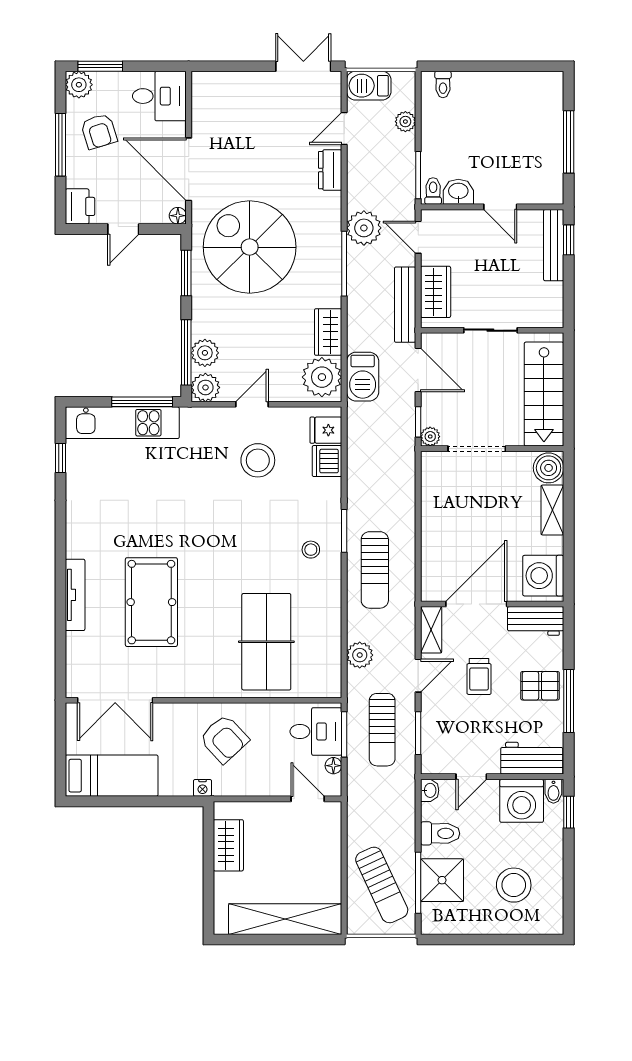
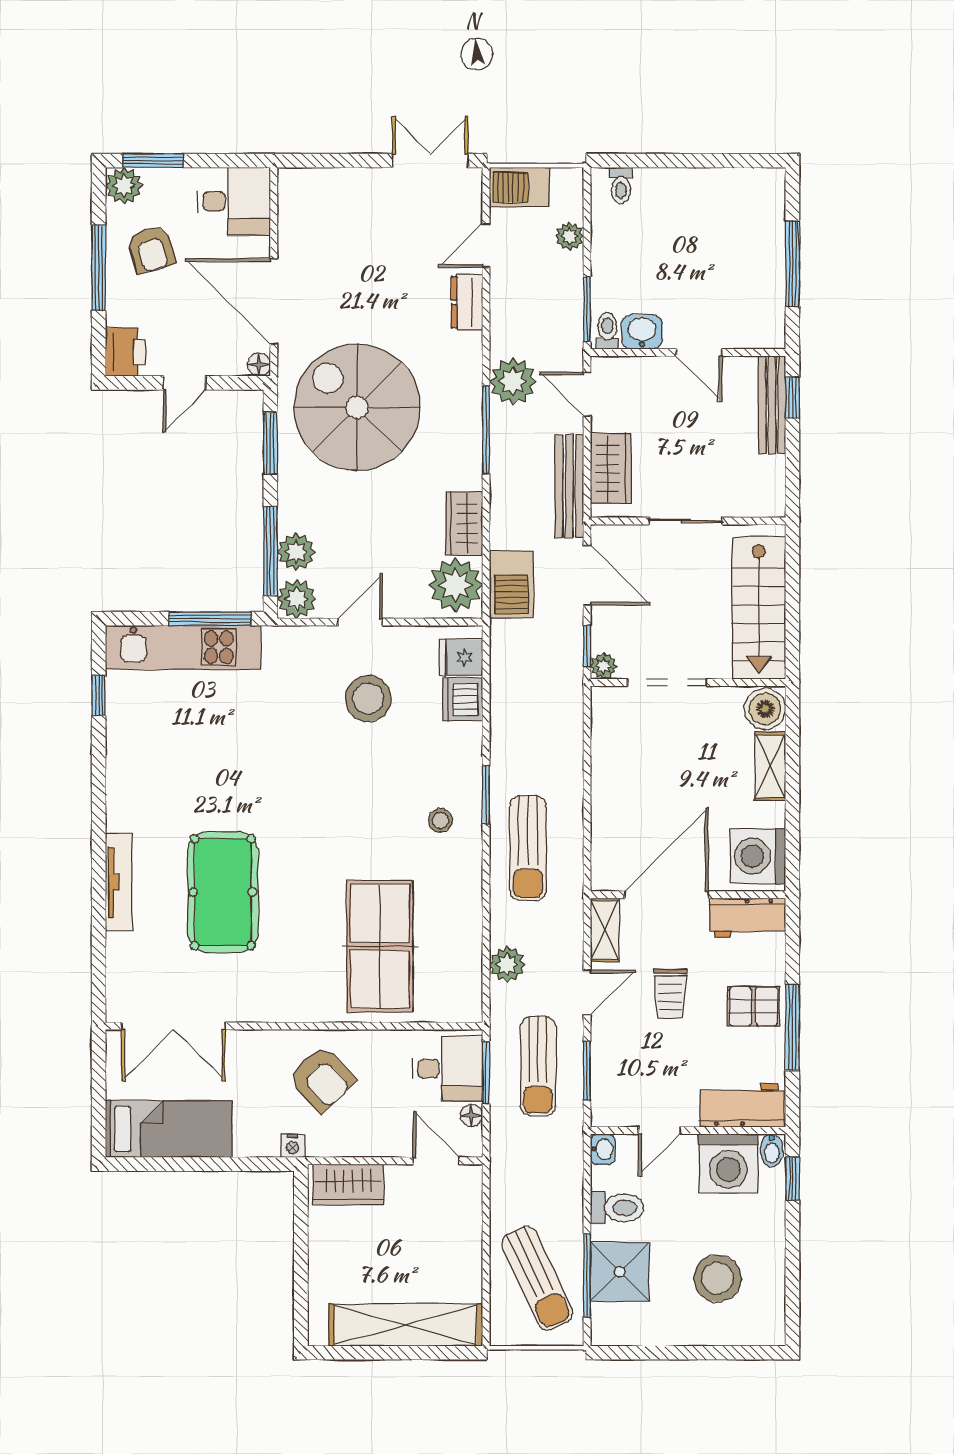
wardrobe: (228, 845) -> (348, 1185), moved, turned 90

